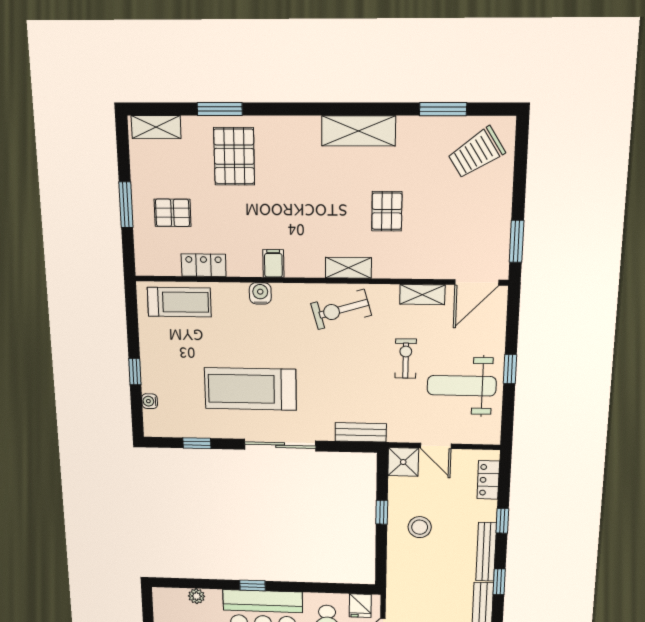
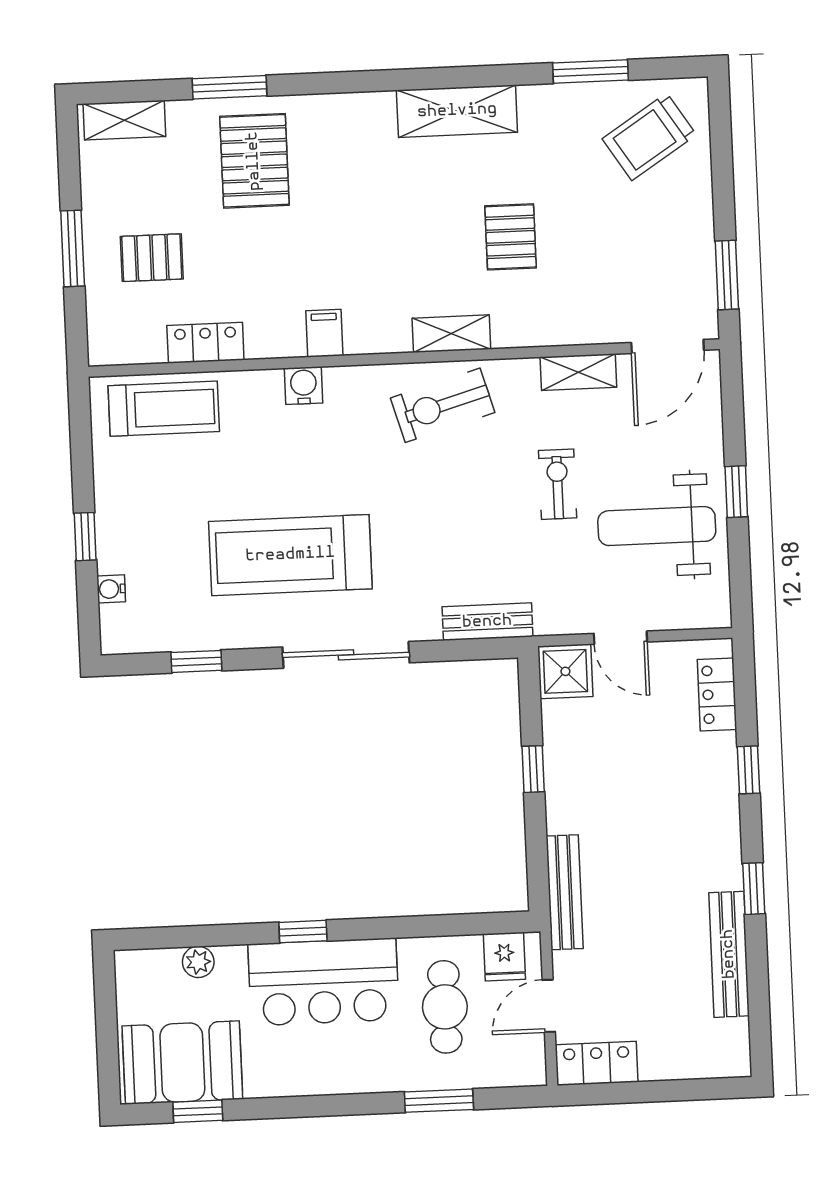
stool: (420, 527) -> (603, 793), removed
bench: (486, 552) -> (565, 892), moved

